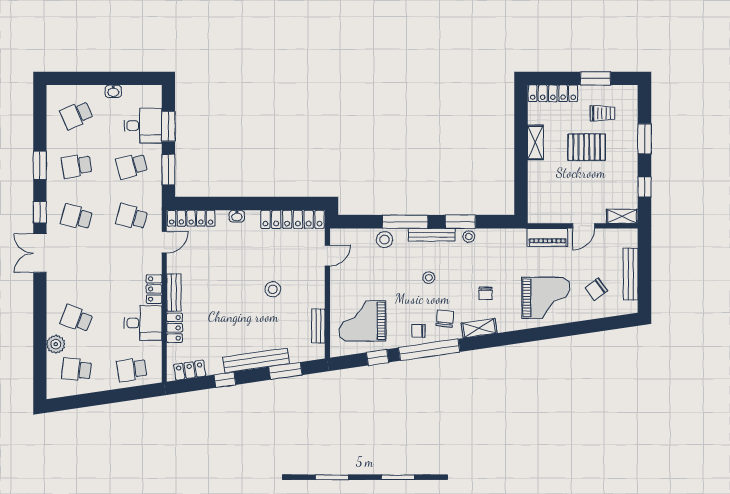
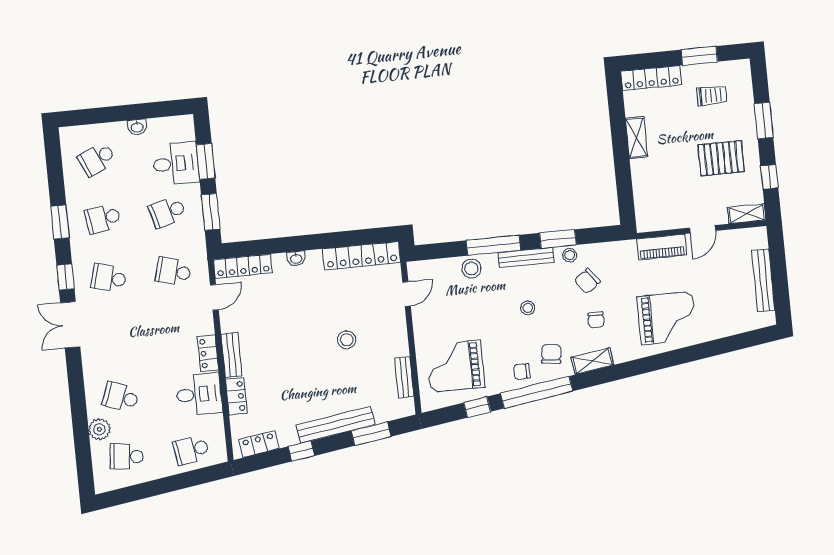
pallet: (587, 147) -> (721, 158), moved
chair: (596, 289) -> (587, 281), moved

